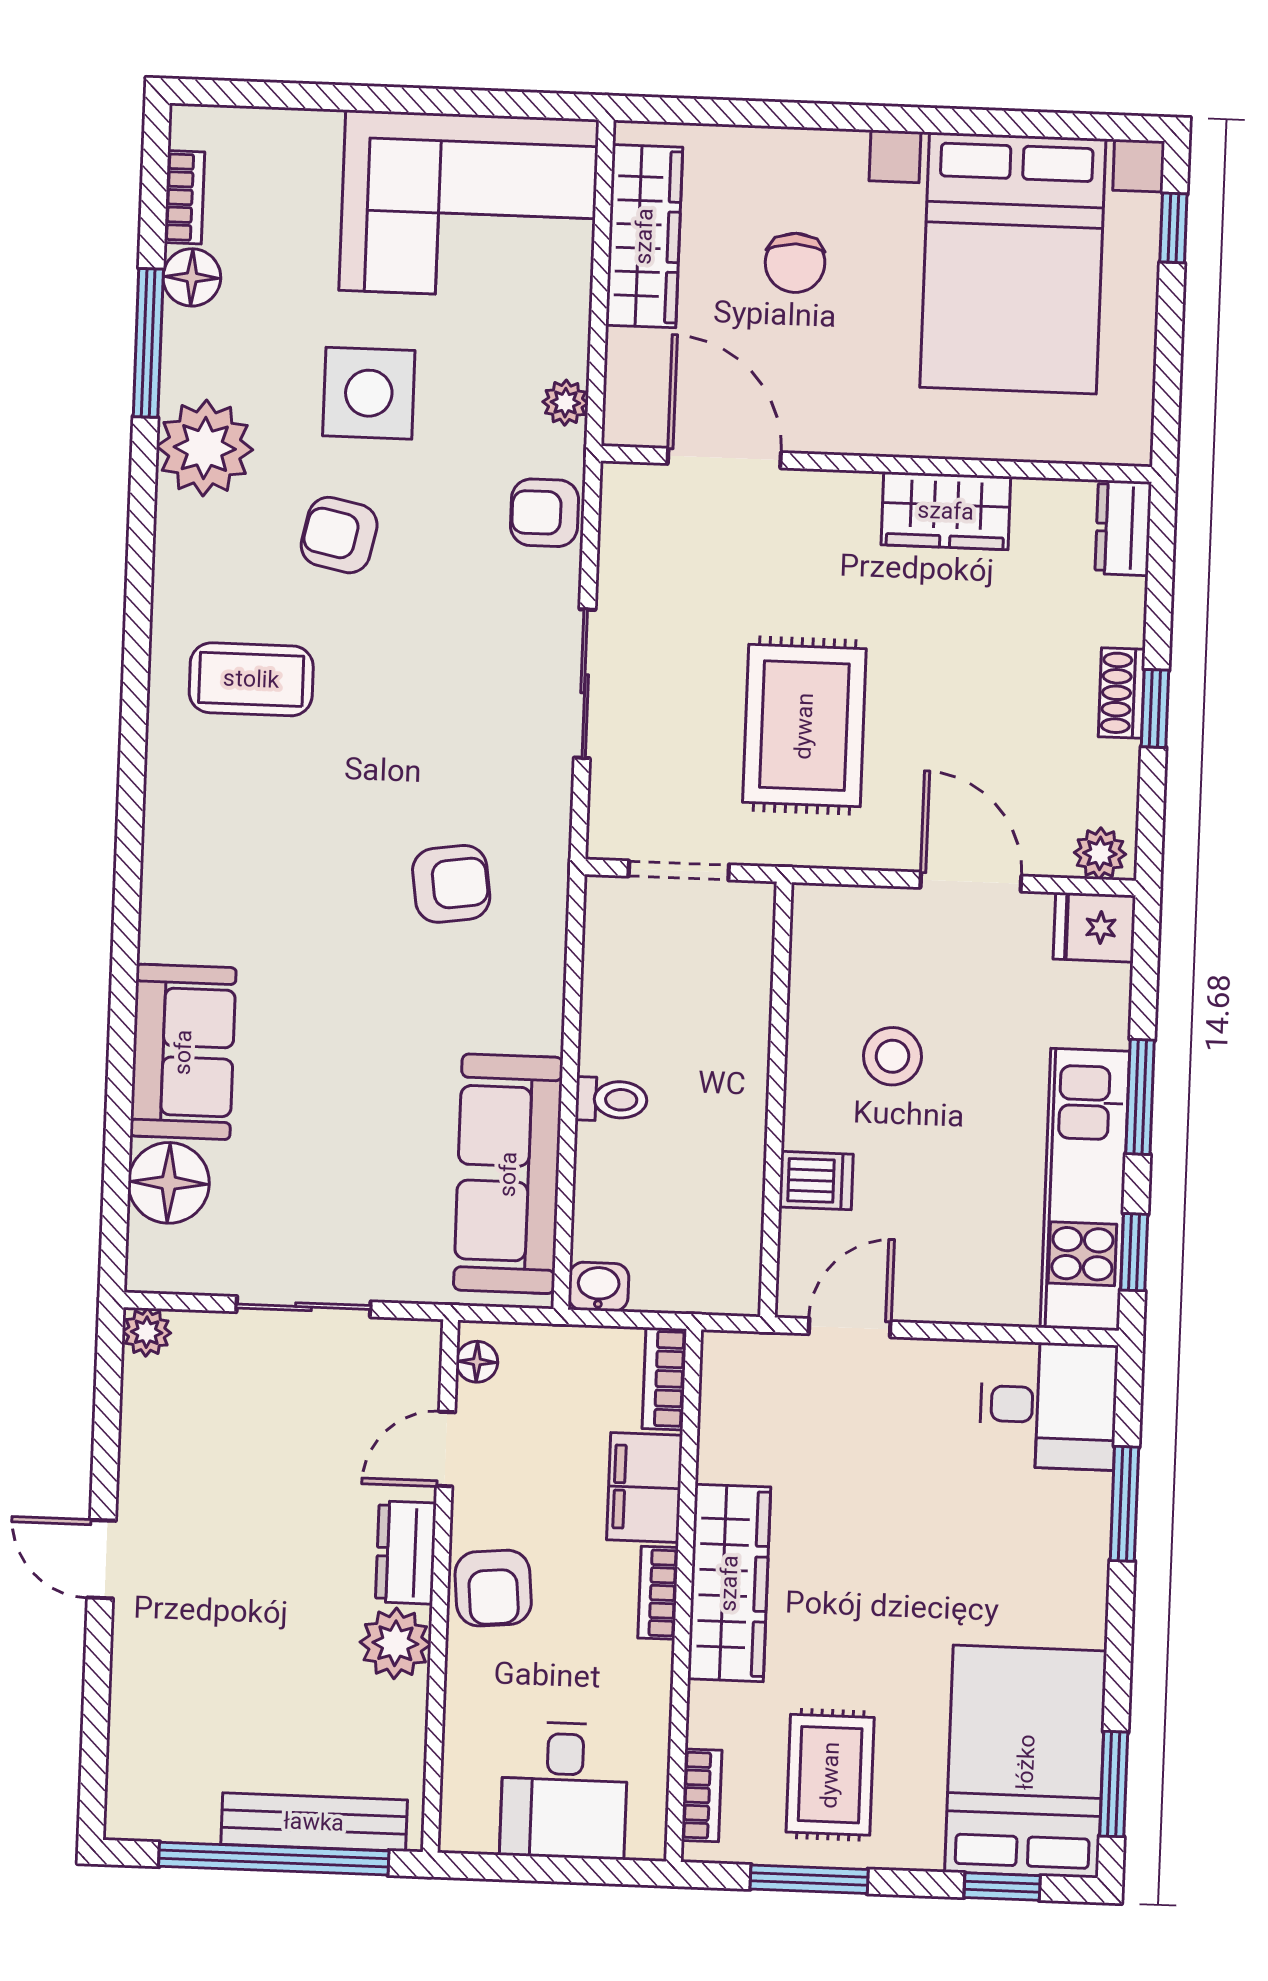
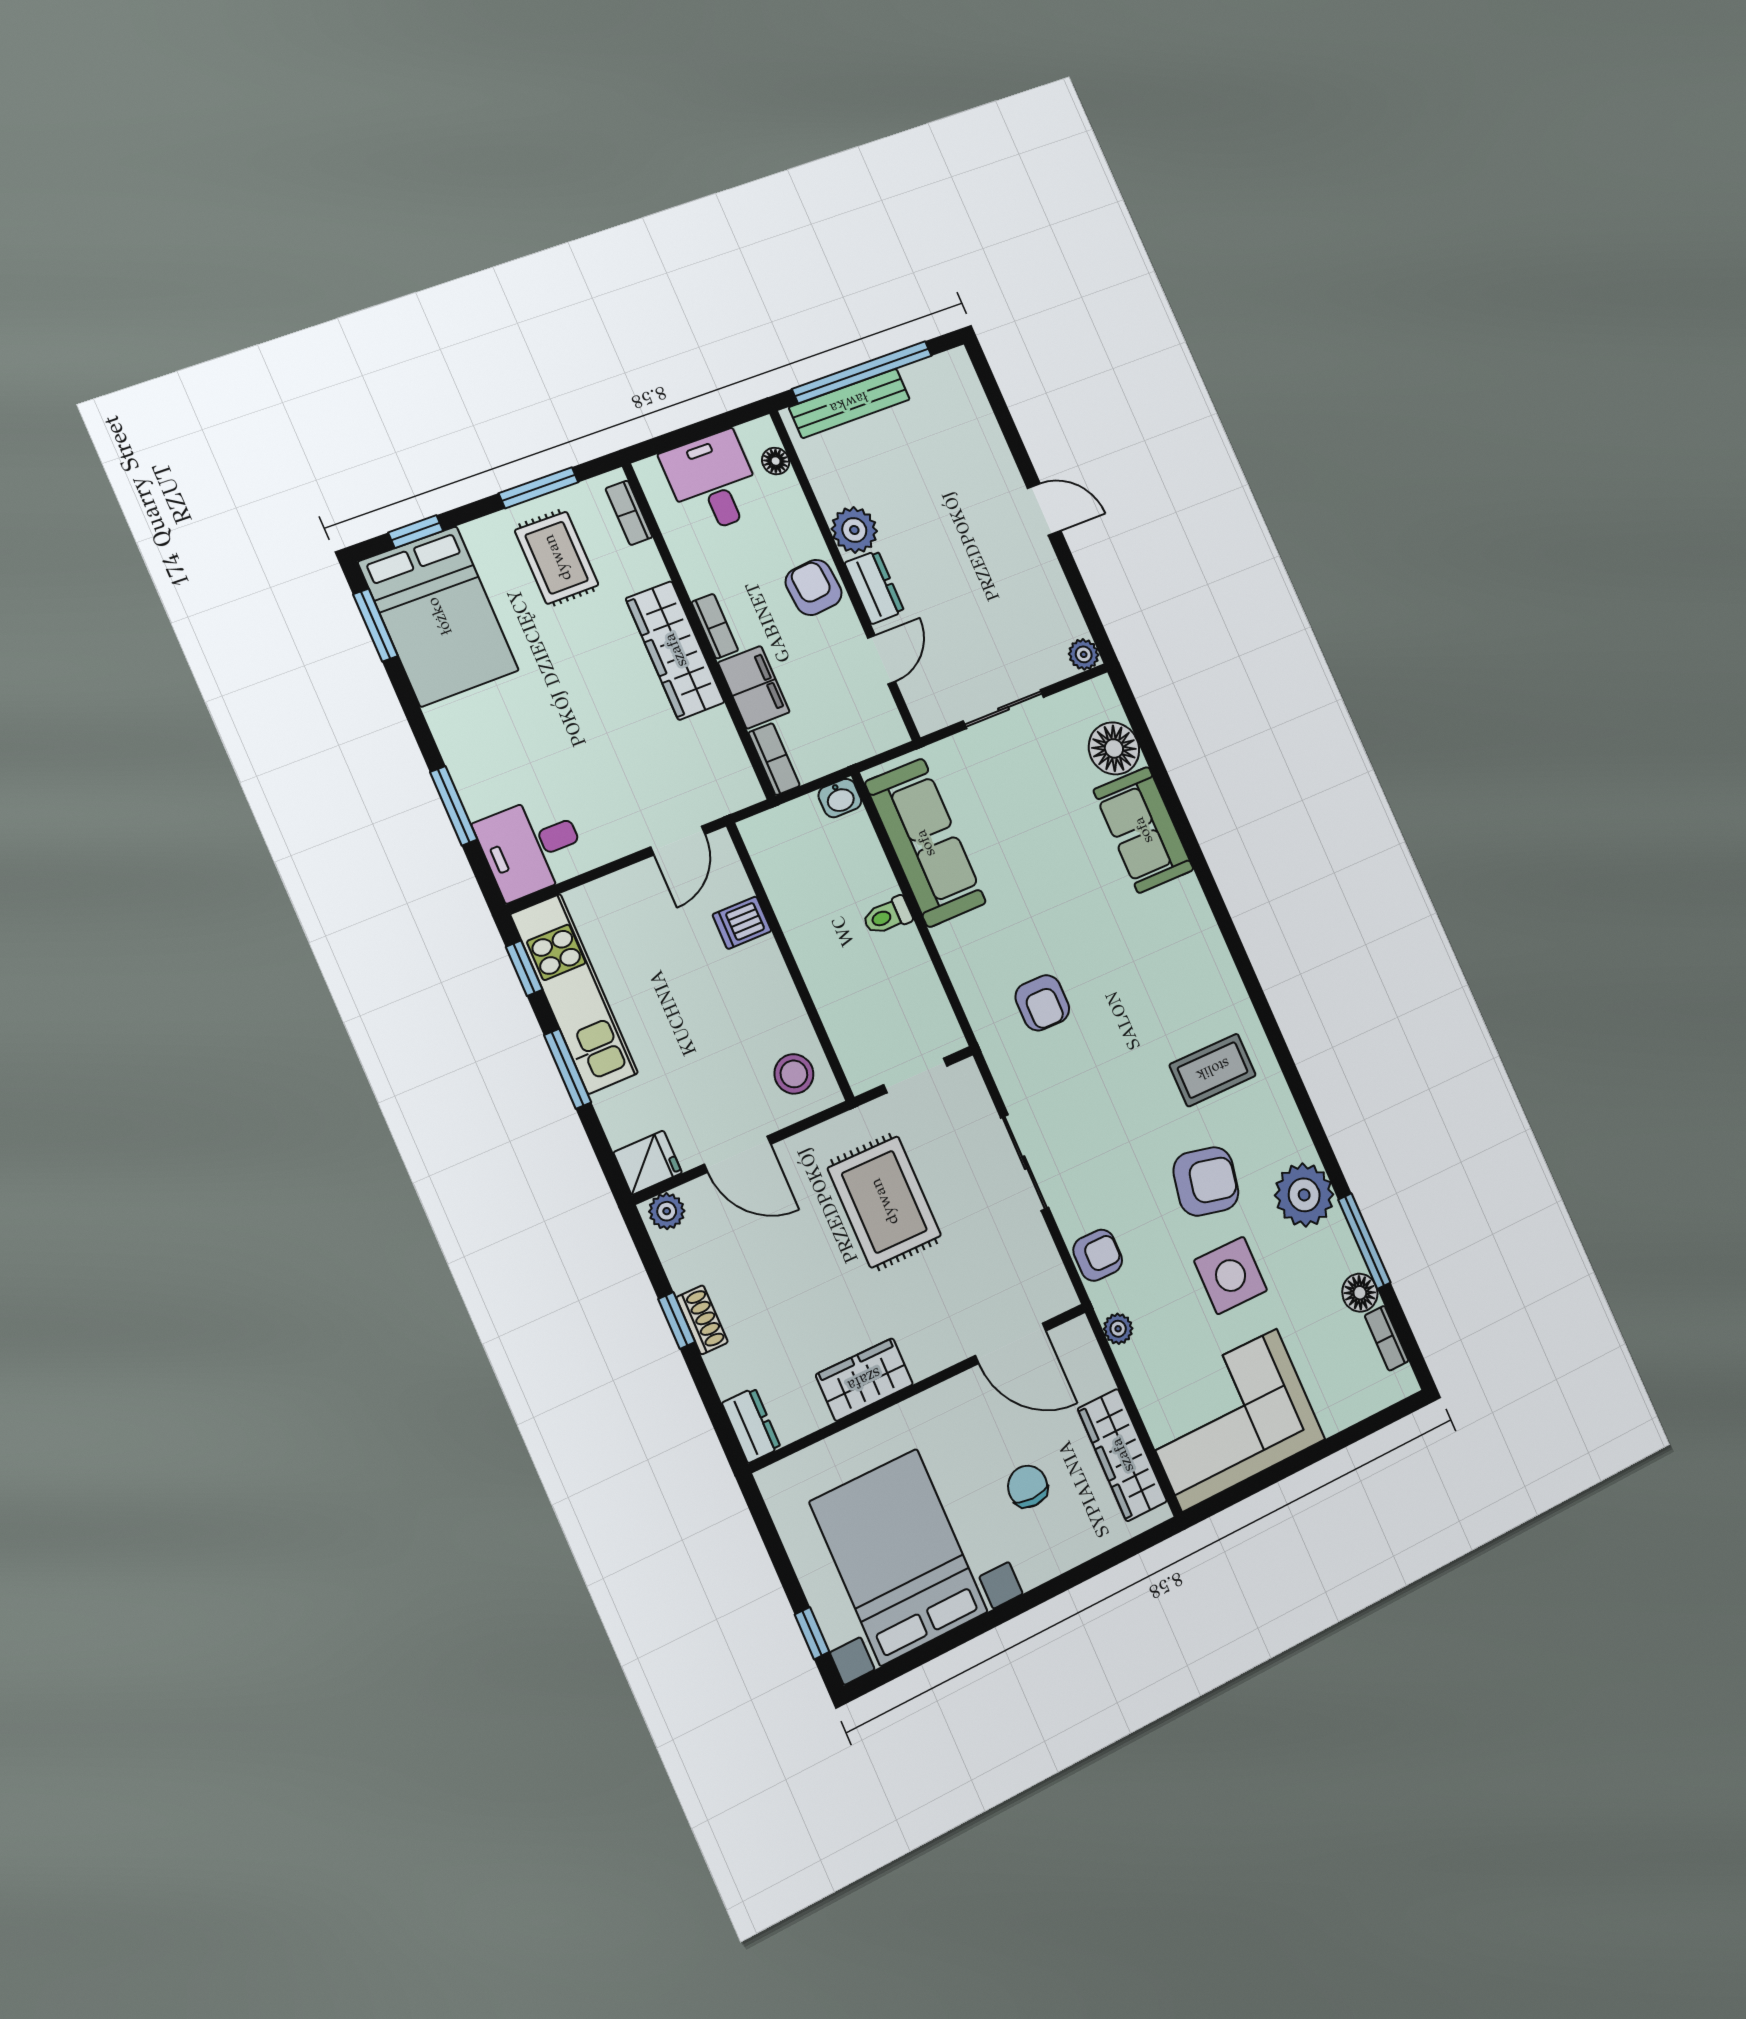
armchair: (339, 535) -> (1206, 1181), width x1.38, depth x1.38
armchair: (451, 884) -> (1042, 1003), turned -82
stool: (892, 1056) -> (794, 1074), moved
floor lamp: (477, 1362) -> (776, 461), moved

